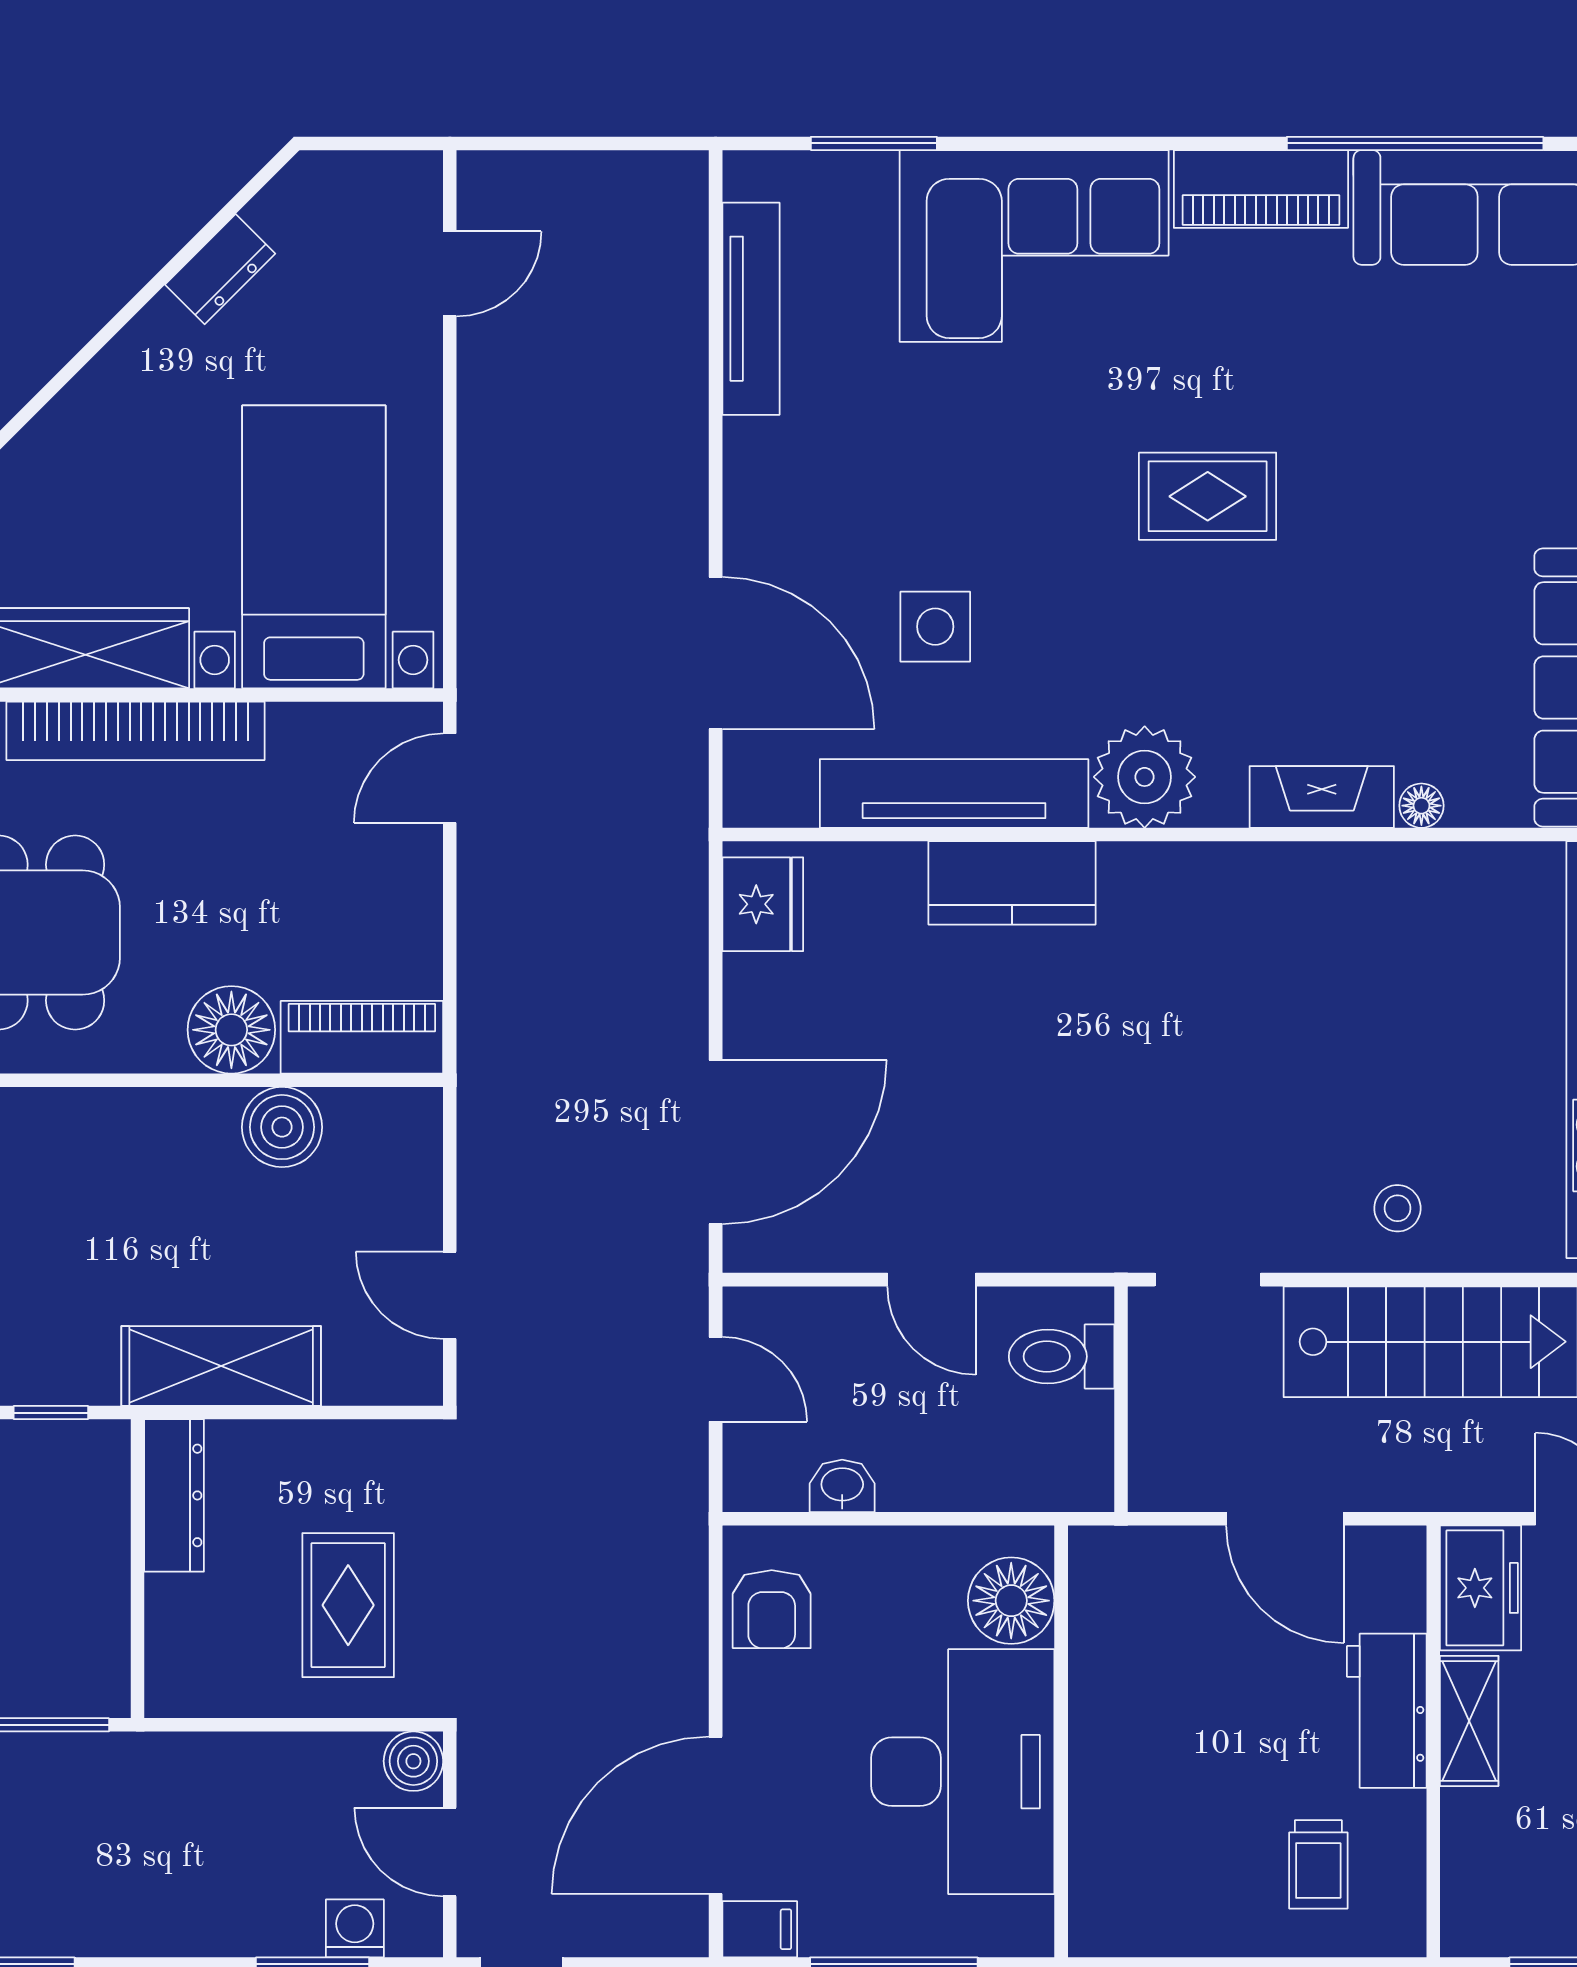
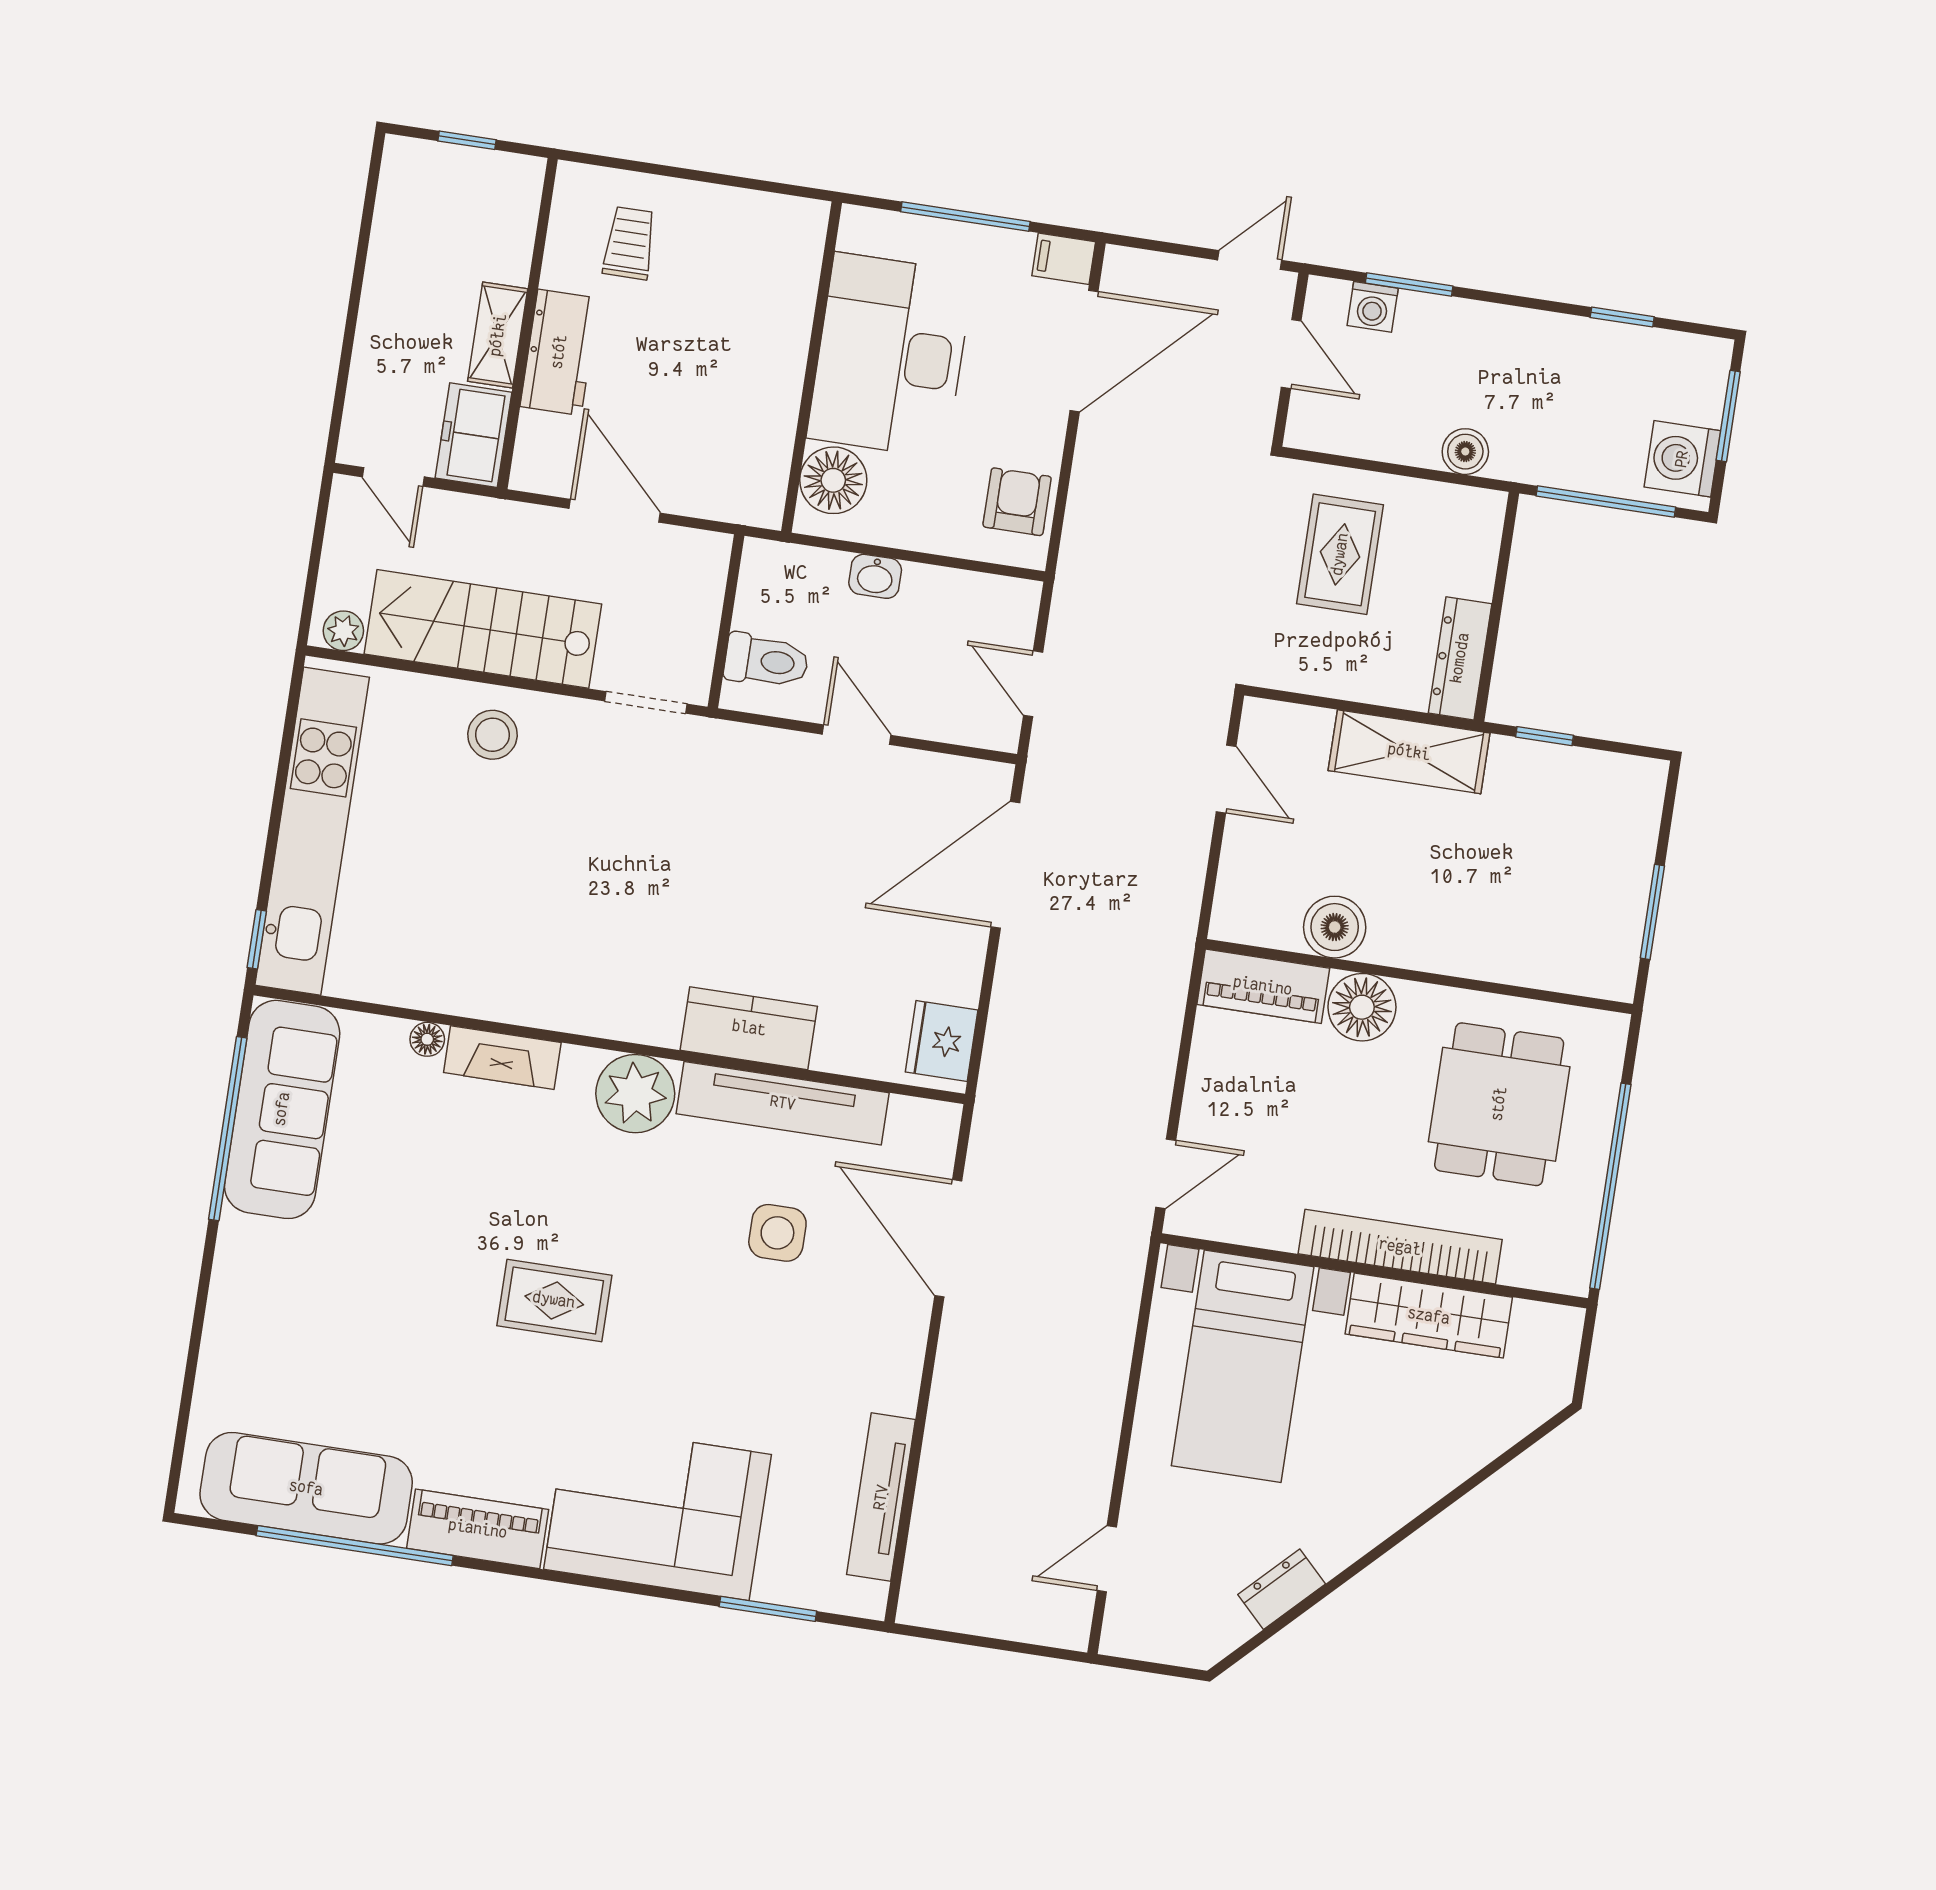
stool: (1397, 1208) -> (493, 735), width x1.37, depth x1.37
washbasin: (842, 1486) -> (875, 576), moved
boiler: (413, 1761) -> (1465, 452), moved

